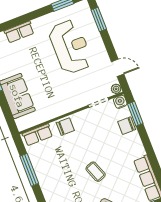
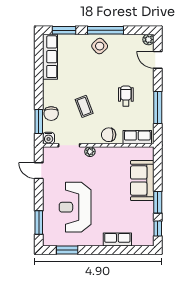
plant: (116, 89) -> (90, 152), moved
chair: (127, 126) -> (51, 114), turned 90
wheelchair: (63, 169) -> (126, 96), added
coffee table: (96, 172) -> (84, 106), moved

